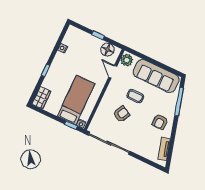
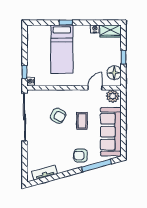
wardrobe: (41, 98) -> (111, 31), moved
bed: (76, 100) -> (62, 49), moved, turned 90
armchair: (160, 122) -> (81, 156), moved

